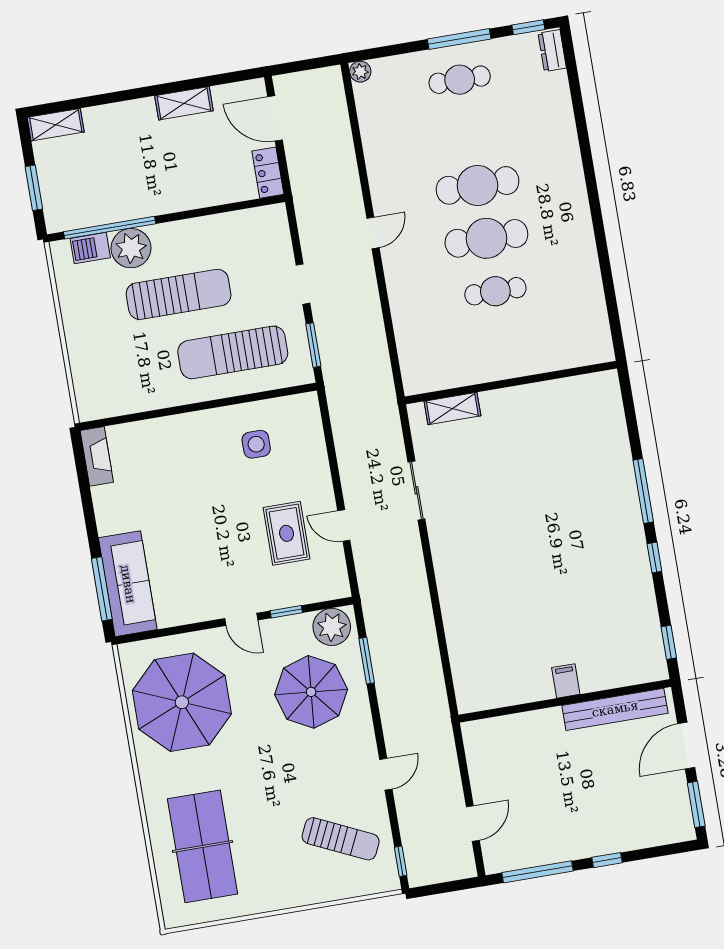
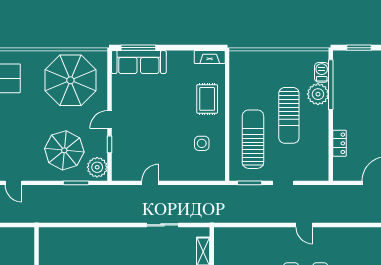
locker: (268, 173) -> (340, 143), moved, turned 90
rug: (287, 533) -> (207, 99), moved, turned 90

